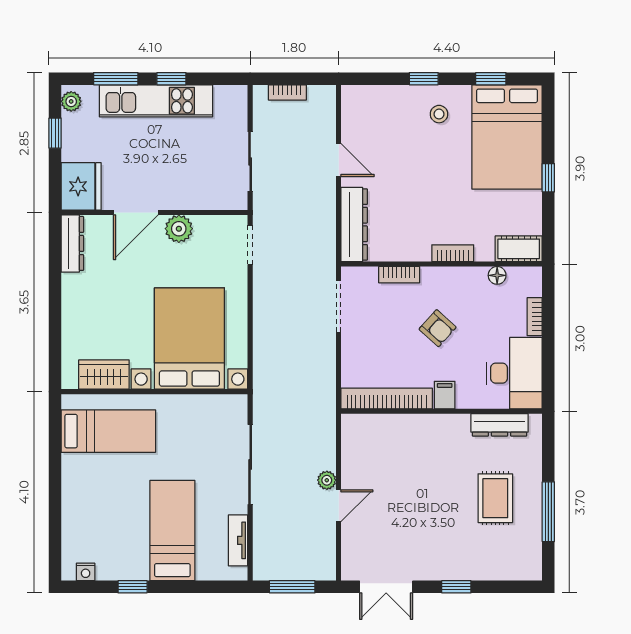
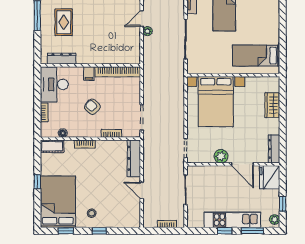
door: (136, 212) -> (242, 164), swing flipped
wardrobe: (104, 375) -> (272, 105), moved, turned 90

